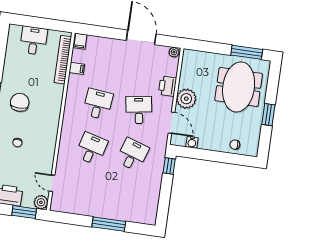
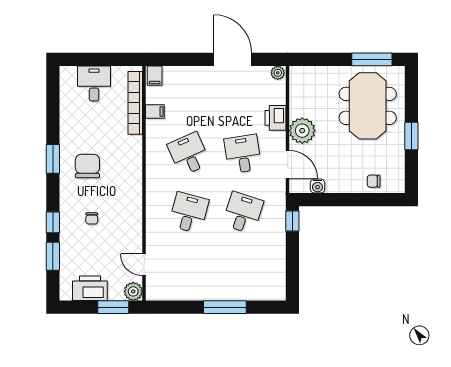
desk: (98, 104) -> (189, 154), turned -30

